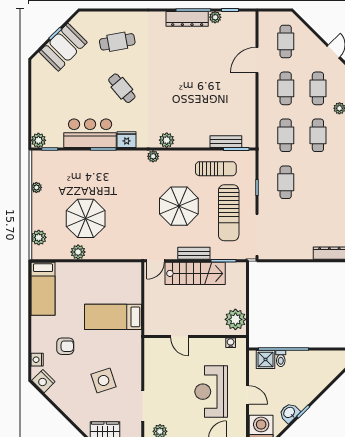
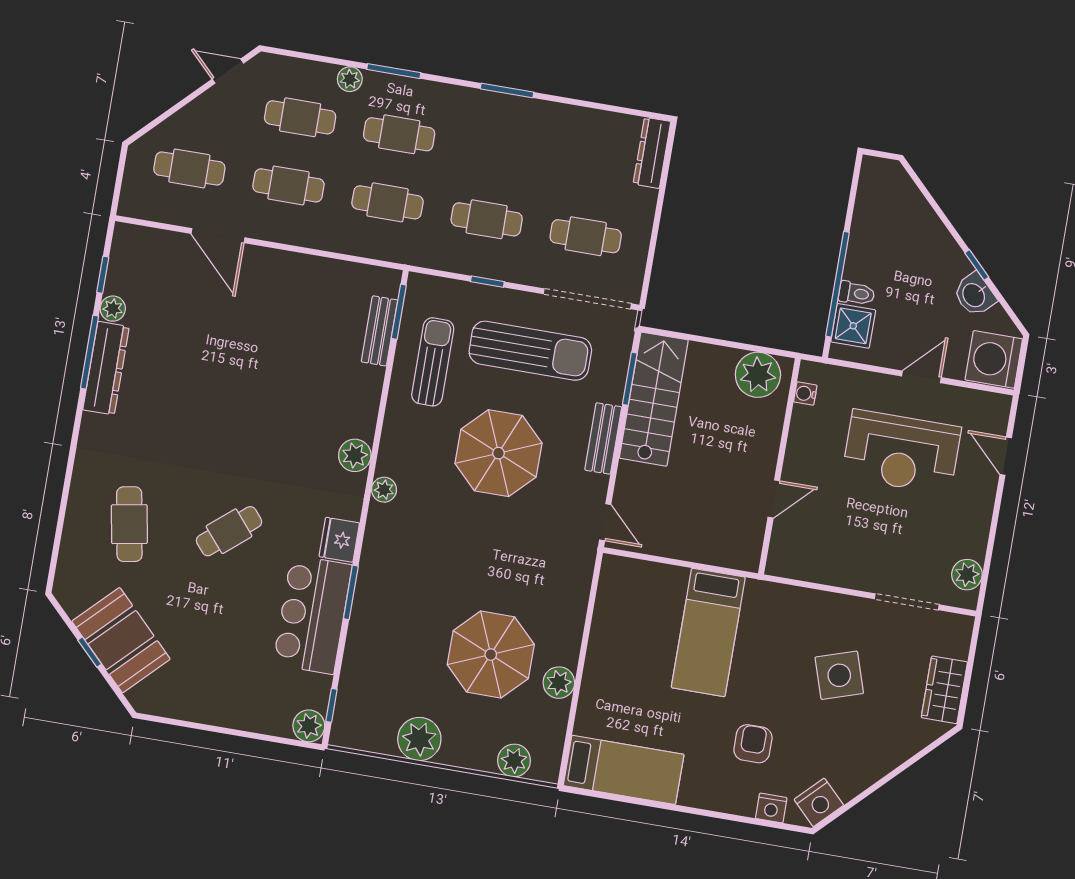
plant: (36, 187) -> (419, 739), width x1.88, depth x1.88
cafe table: (286, 229) -> (586, 236), added
stairs: (195, 273) -> (654, 399), moved

